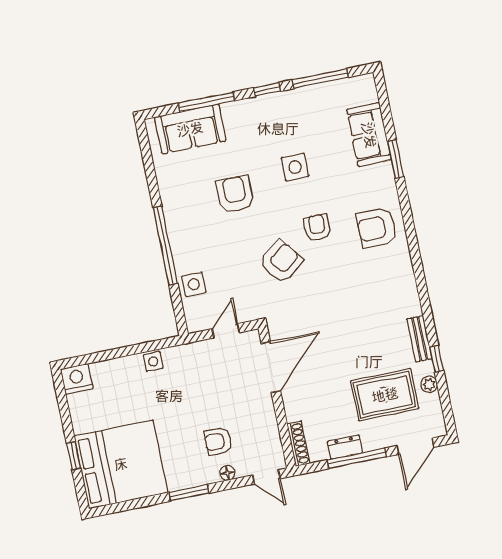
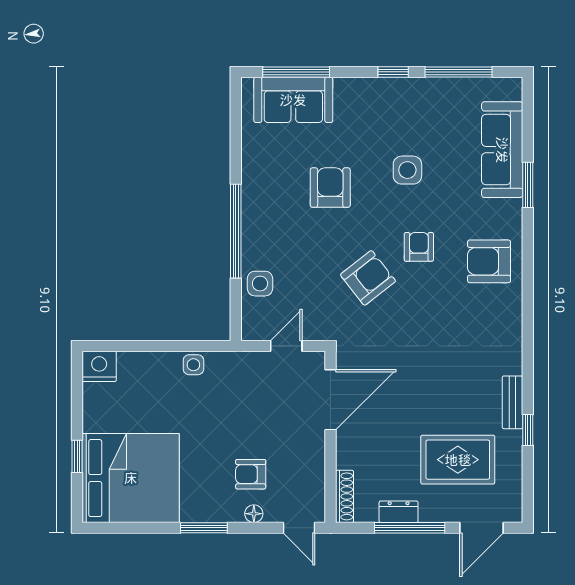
window: (207, 102) -> (296, 72), moved
sofa: (369, 135) -> (502, 150), width x1.36
plant: (429, 384) -> (513, 458), removed

